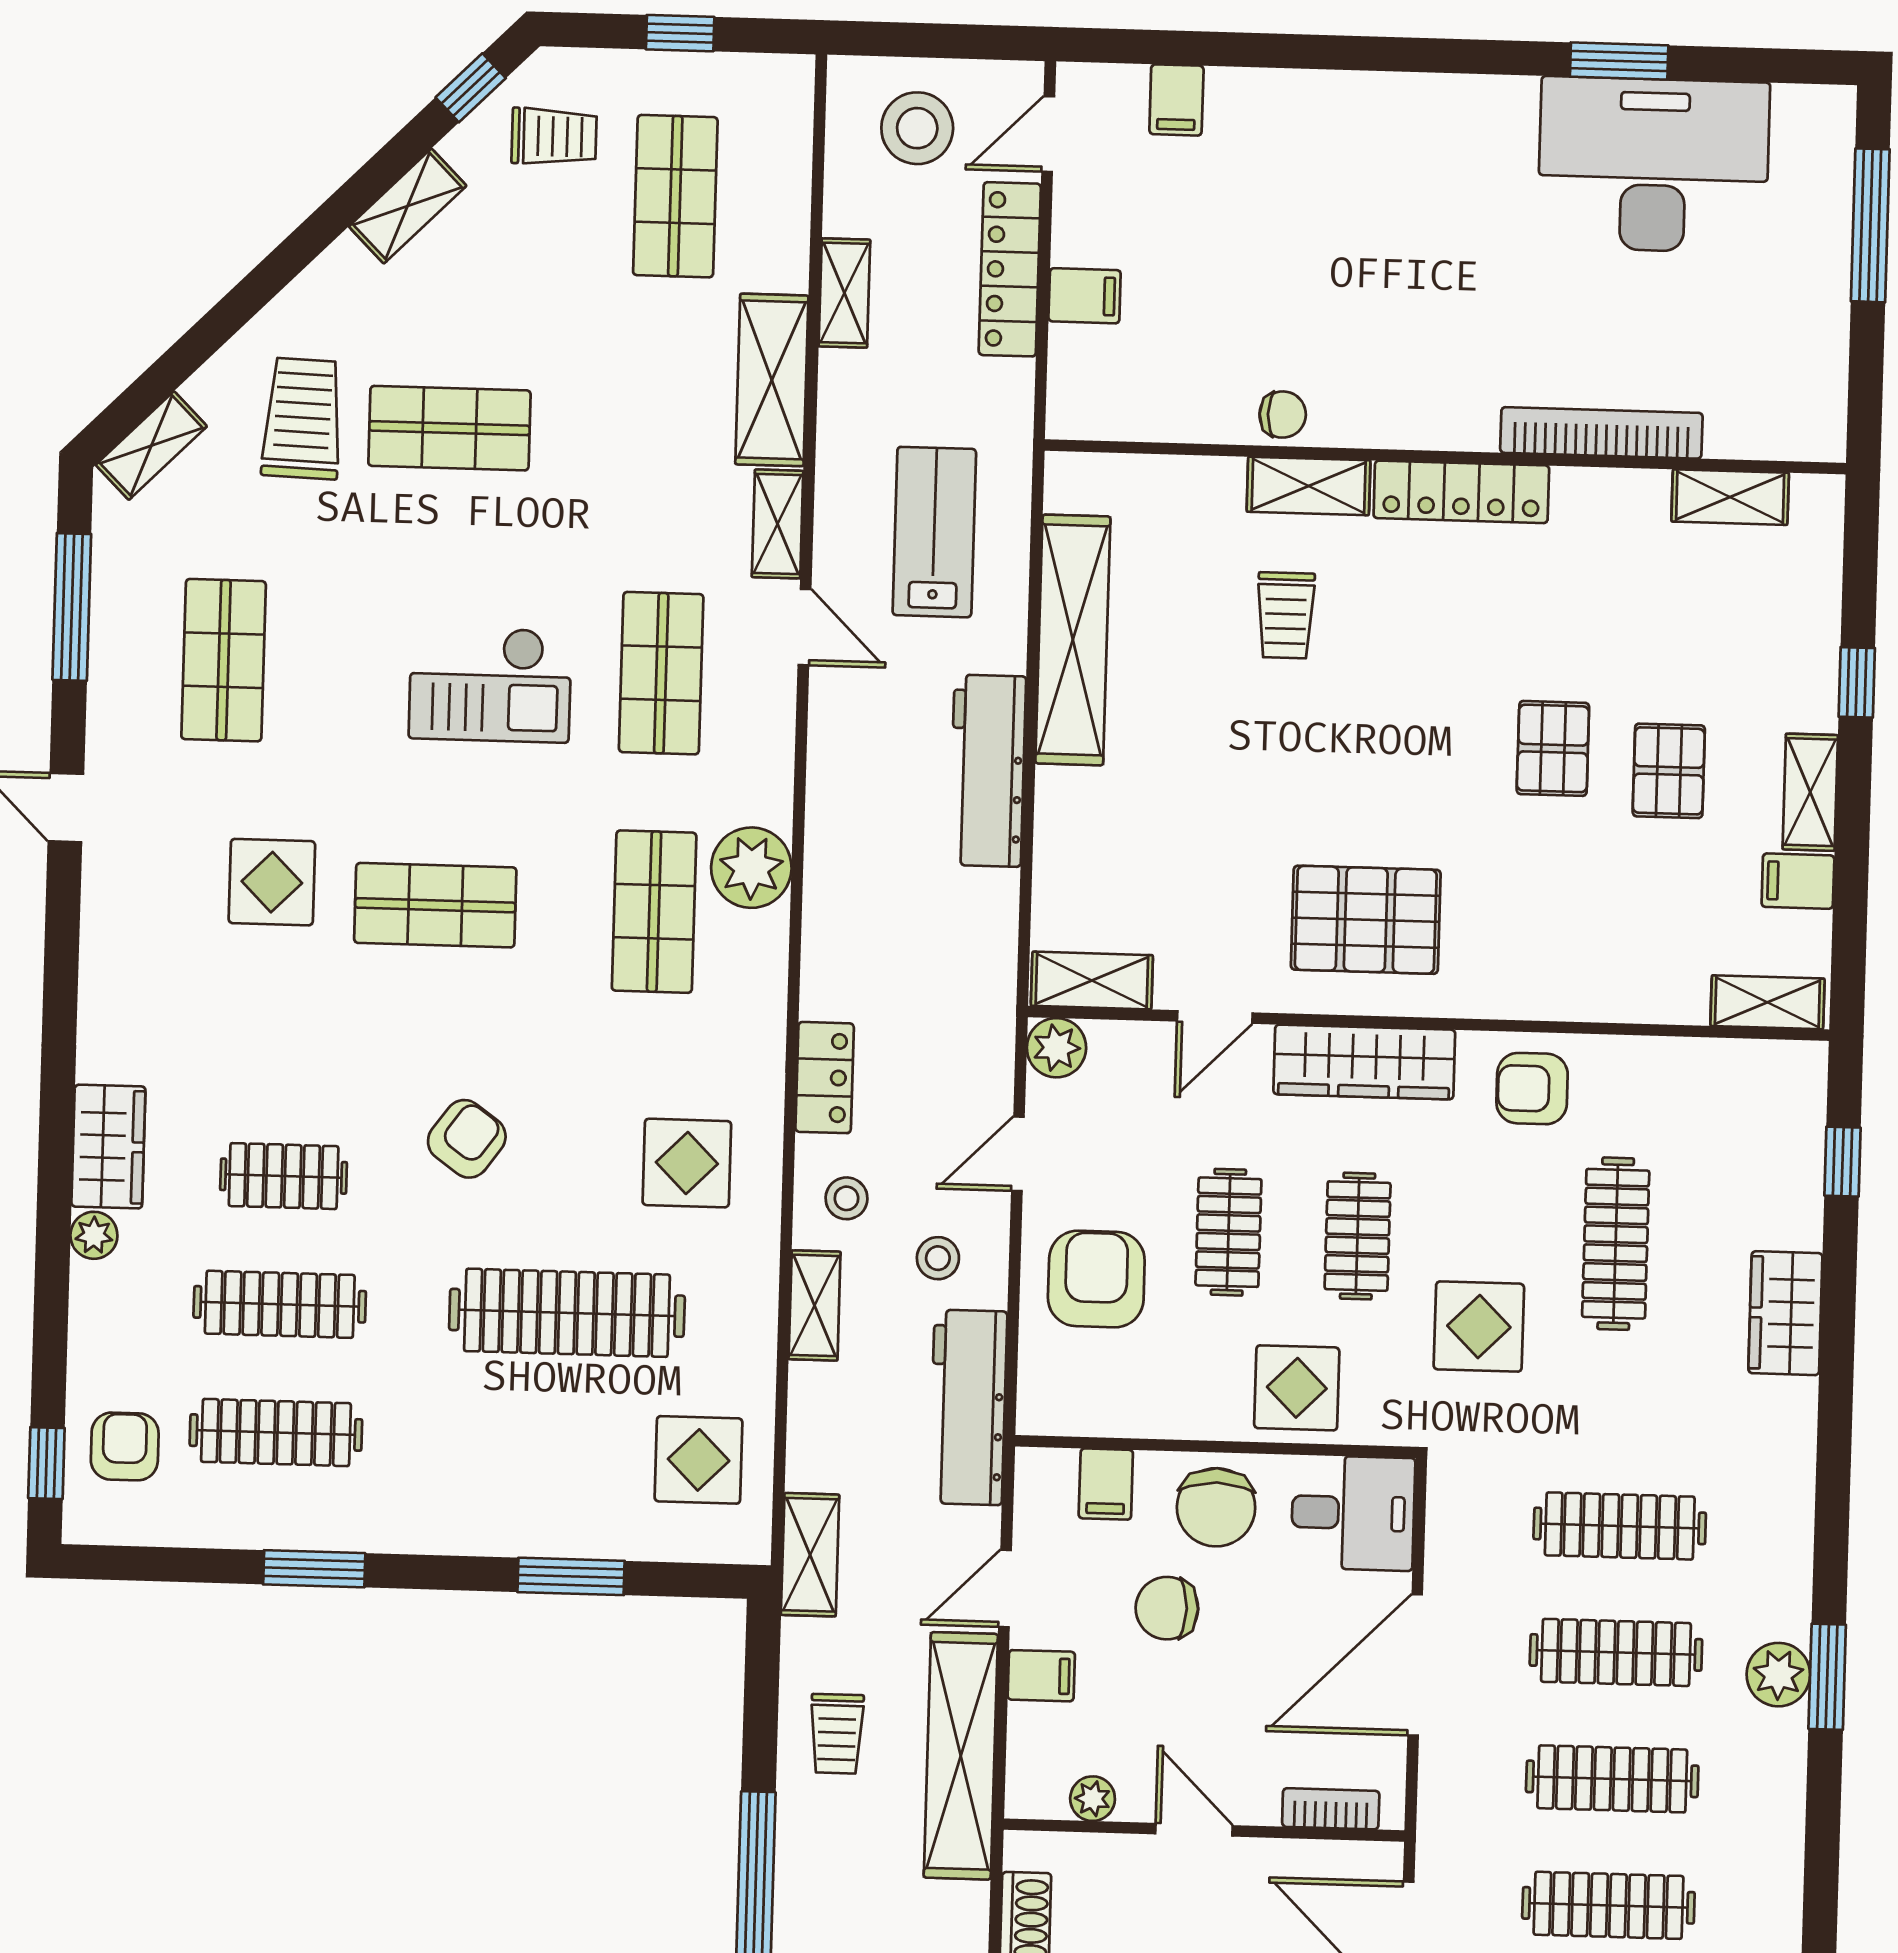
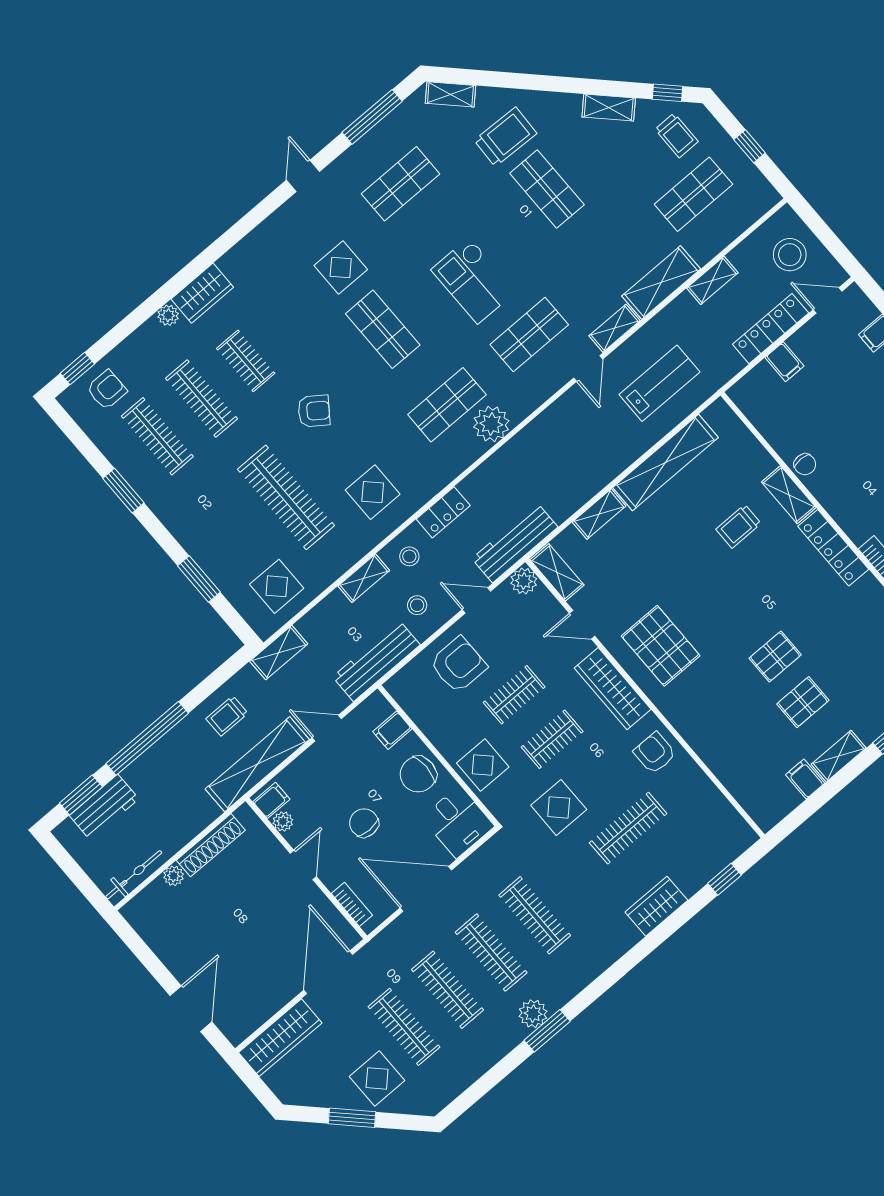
workbench: (988, 771) -> (515, 543), moved
shelving: (1767, 1002) -> (599, 514), moved, turned 90
chair: (1167, 1608) -> (364, 823), moved
filing cabinet: (1041, 1676) -> (271, 800), moved, turned -90

